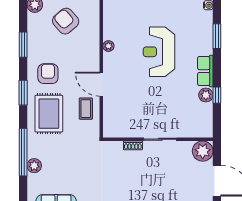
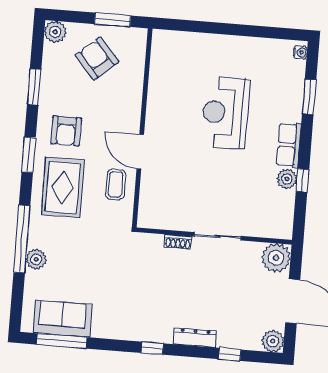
plant: (108, 46) -> (155, 99), removed
armchair: (48, 74) -> (66, 131), turned 180

